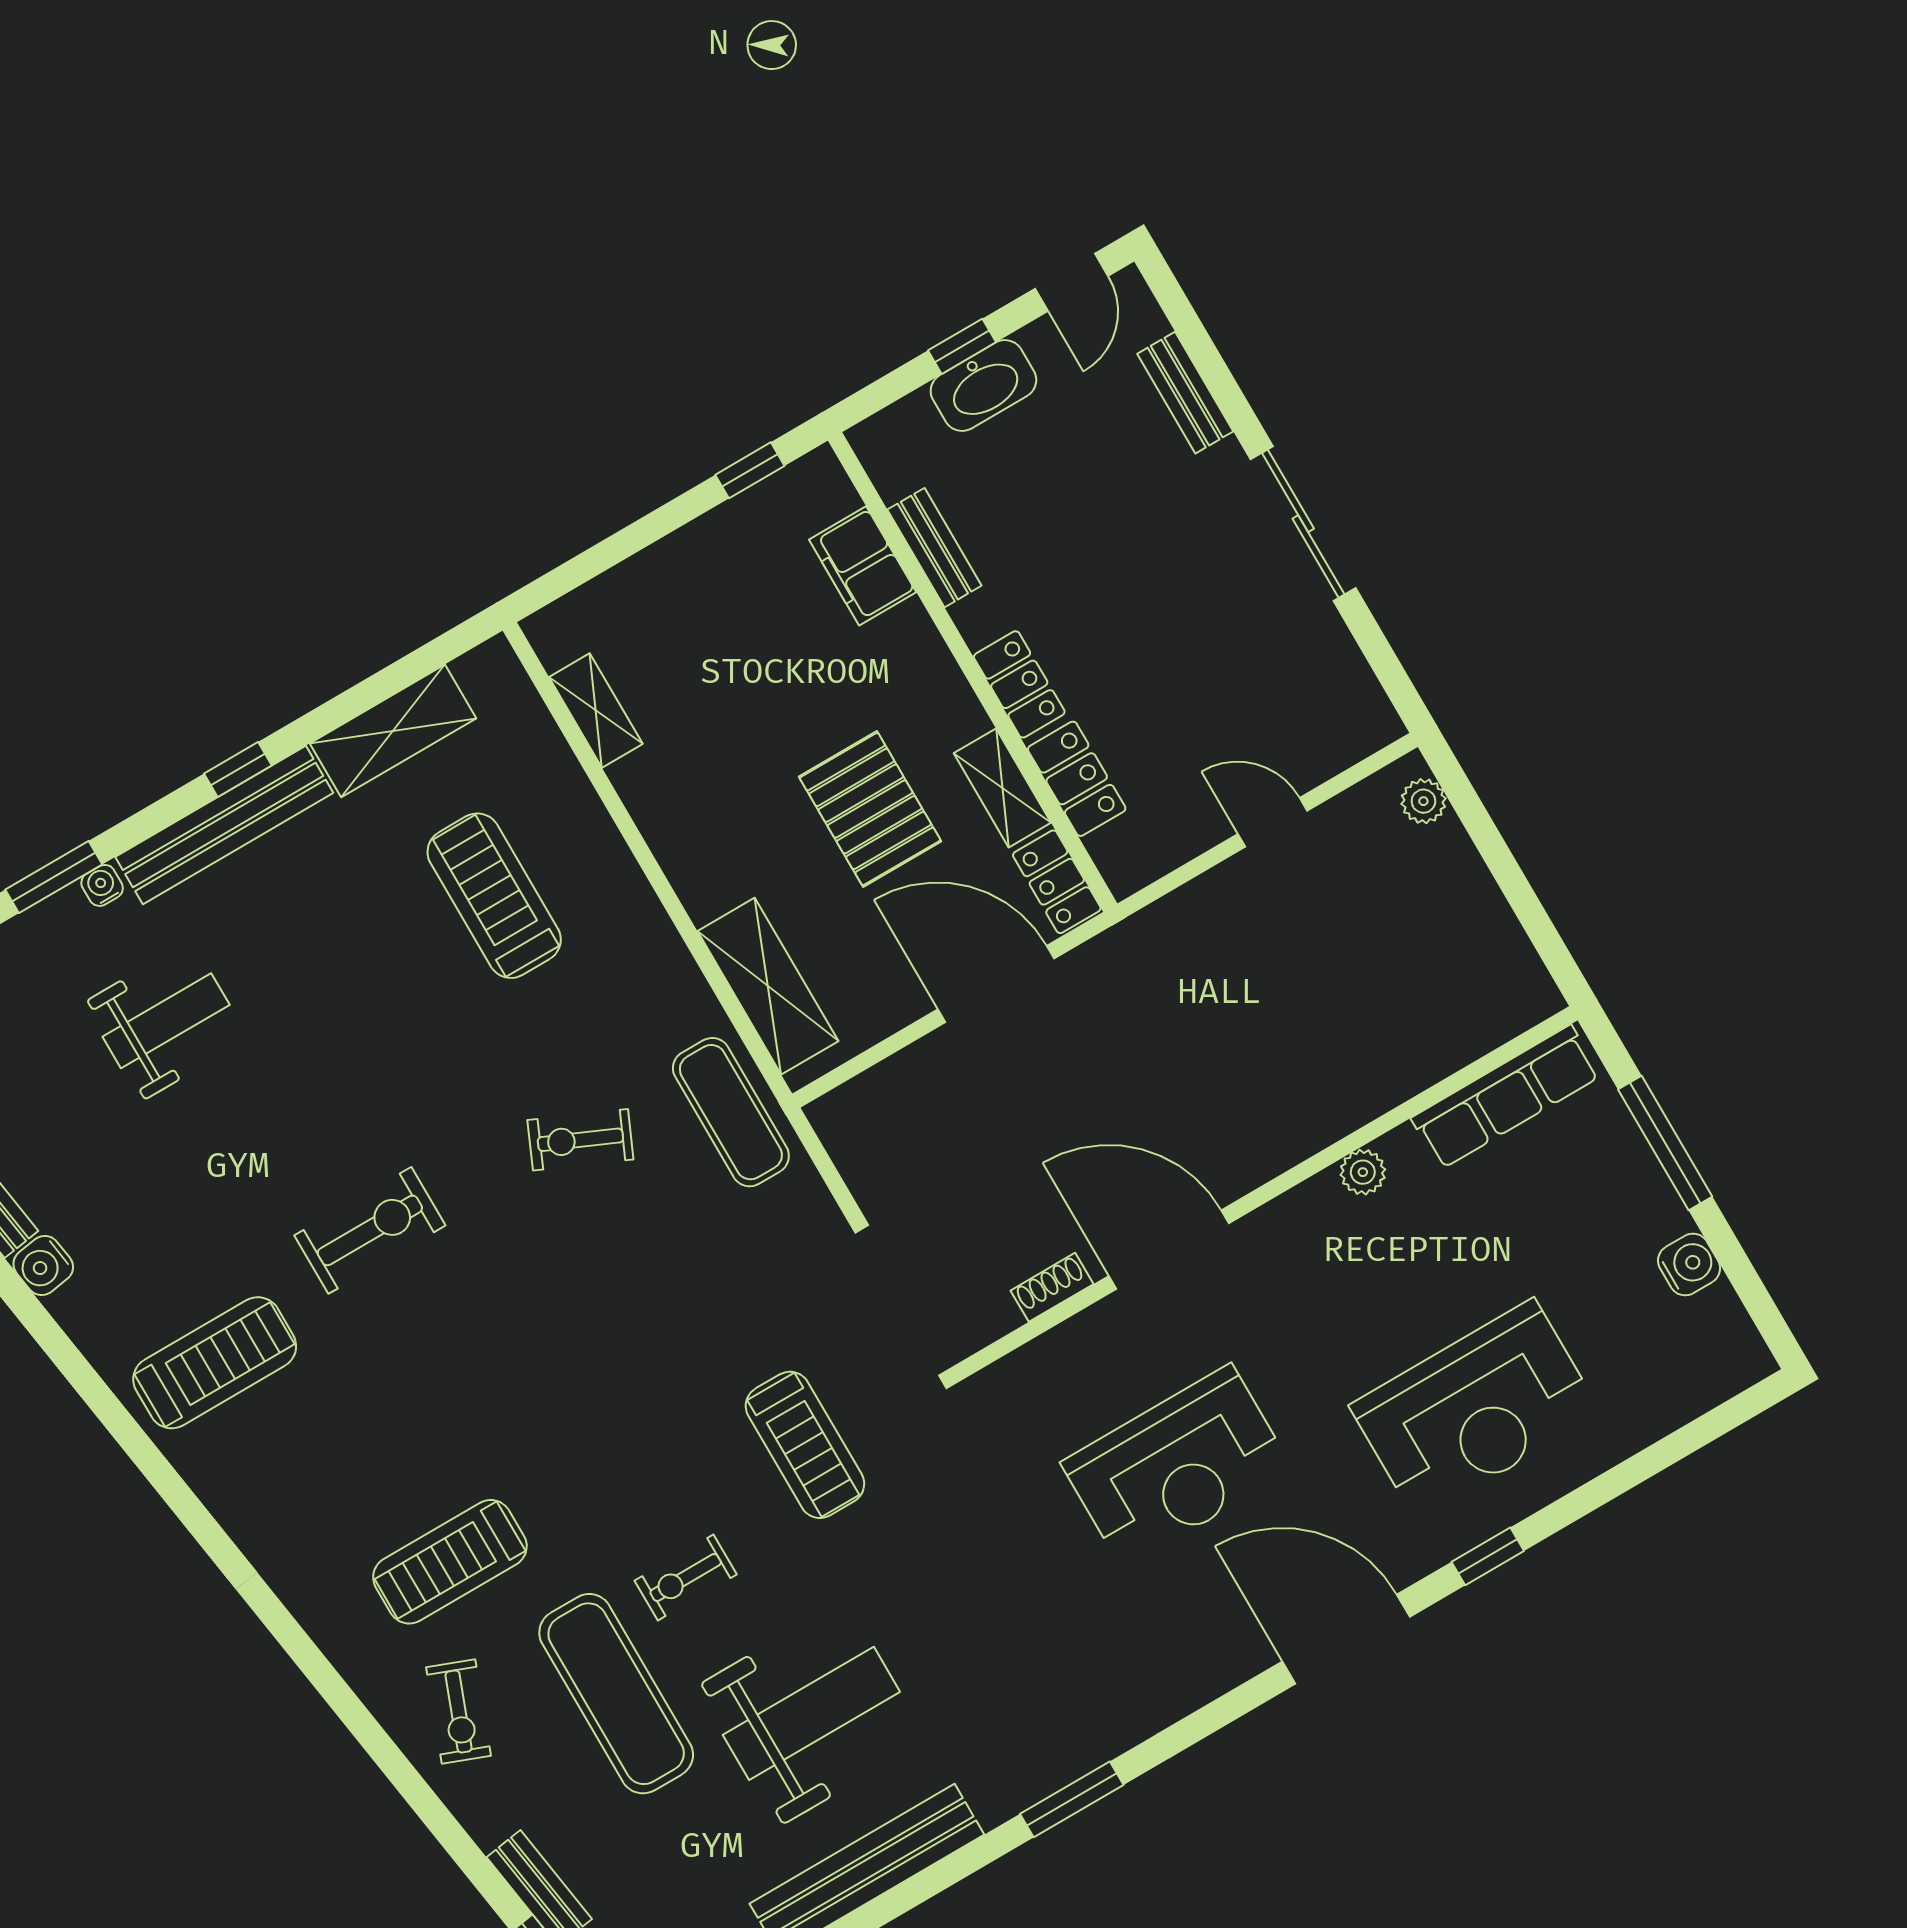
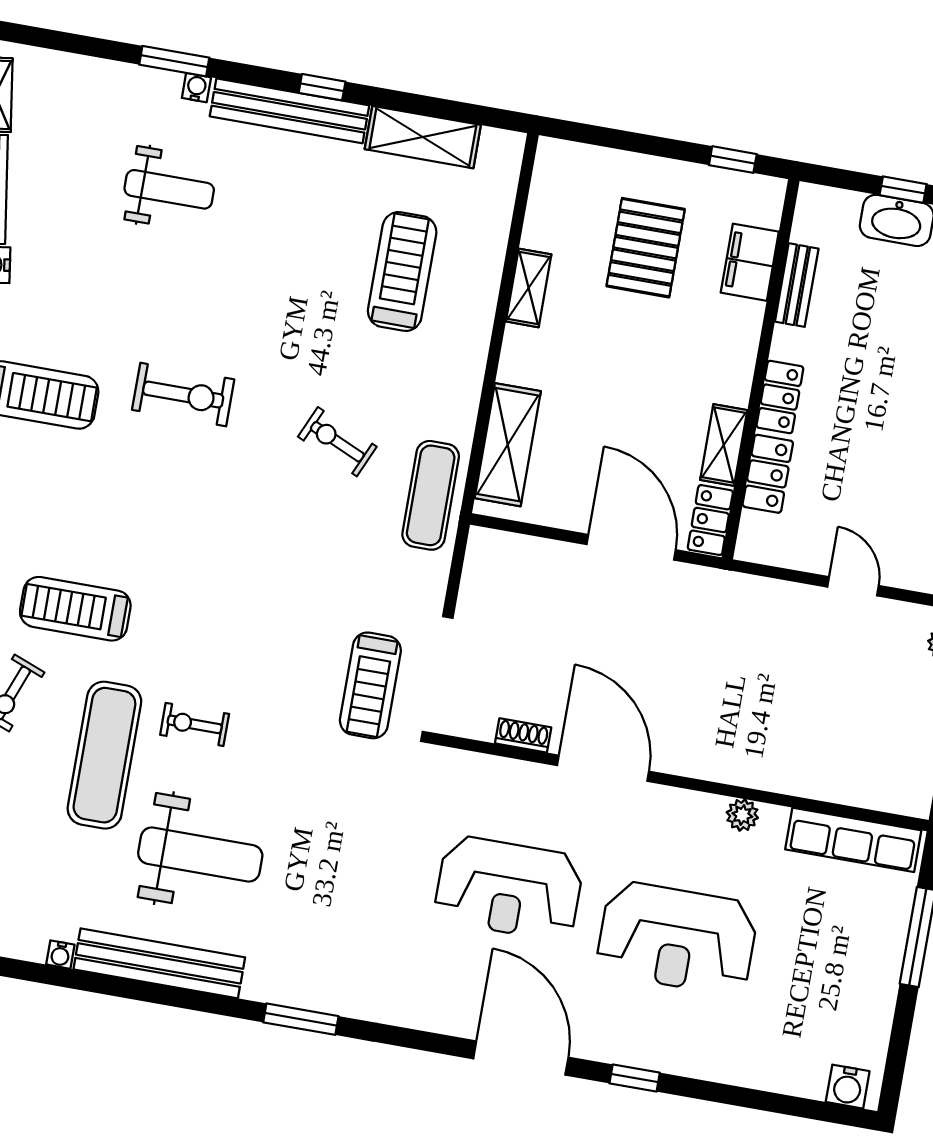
shelving: (596, 711) -> (529, 288), moved
pallet: (870, 809) -> (646, 248), moved
water cooler: (1689, 1264) -> (848, 1087), moved, turned 90
reception desk: (1475, 1410) -> (677, 938), moved
treadmill: (805, 1445) -> (370, 685), moved

